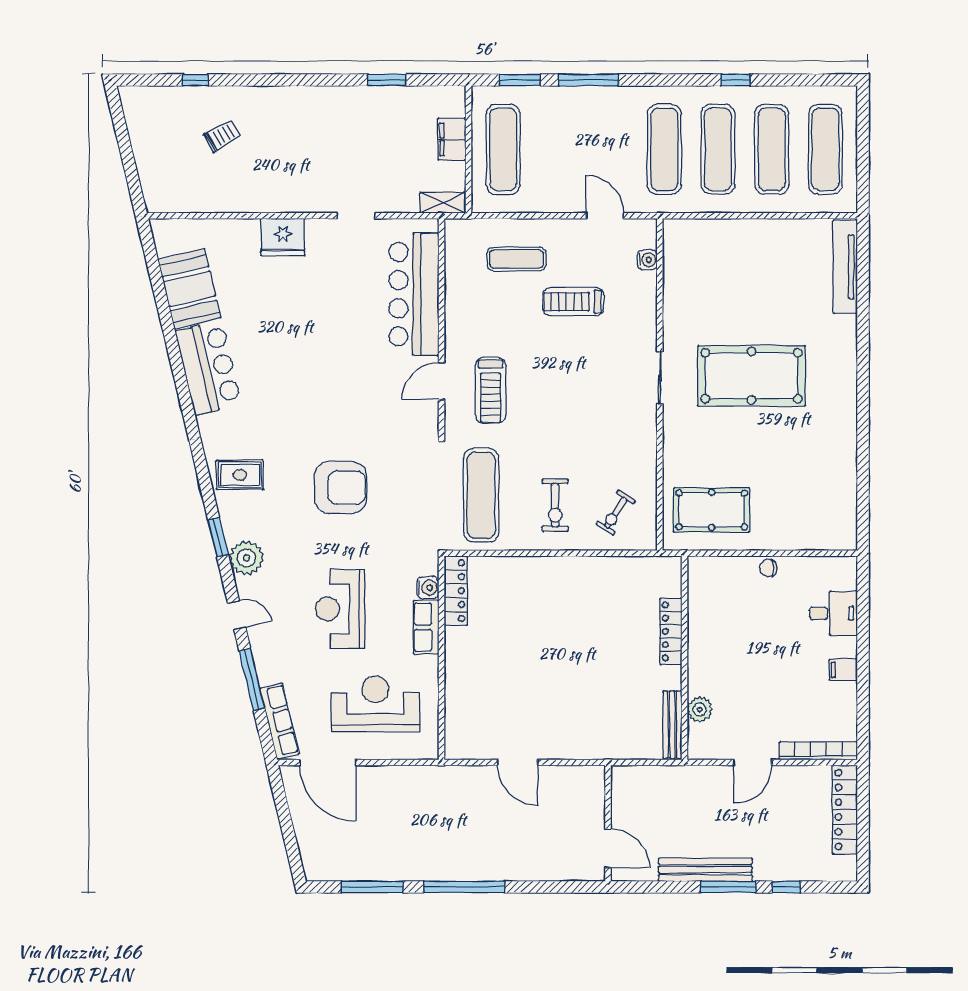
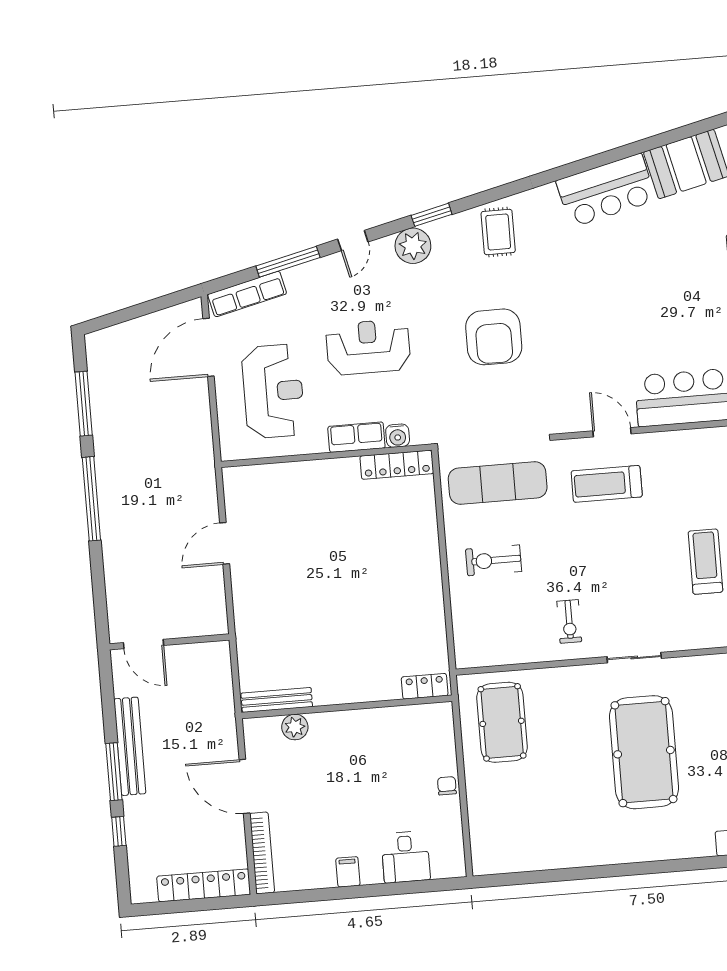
exercise bike: (616, 513) -> (569, 621), moved, turned -123
locker: (671, 631) -> (425, 686), moved, width x0.66
door: (753, 762) -> (245, 786), width x1.36
door: (608, 848) -> (143, 644), hinge flipped

